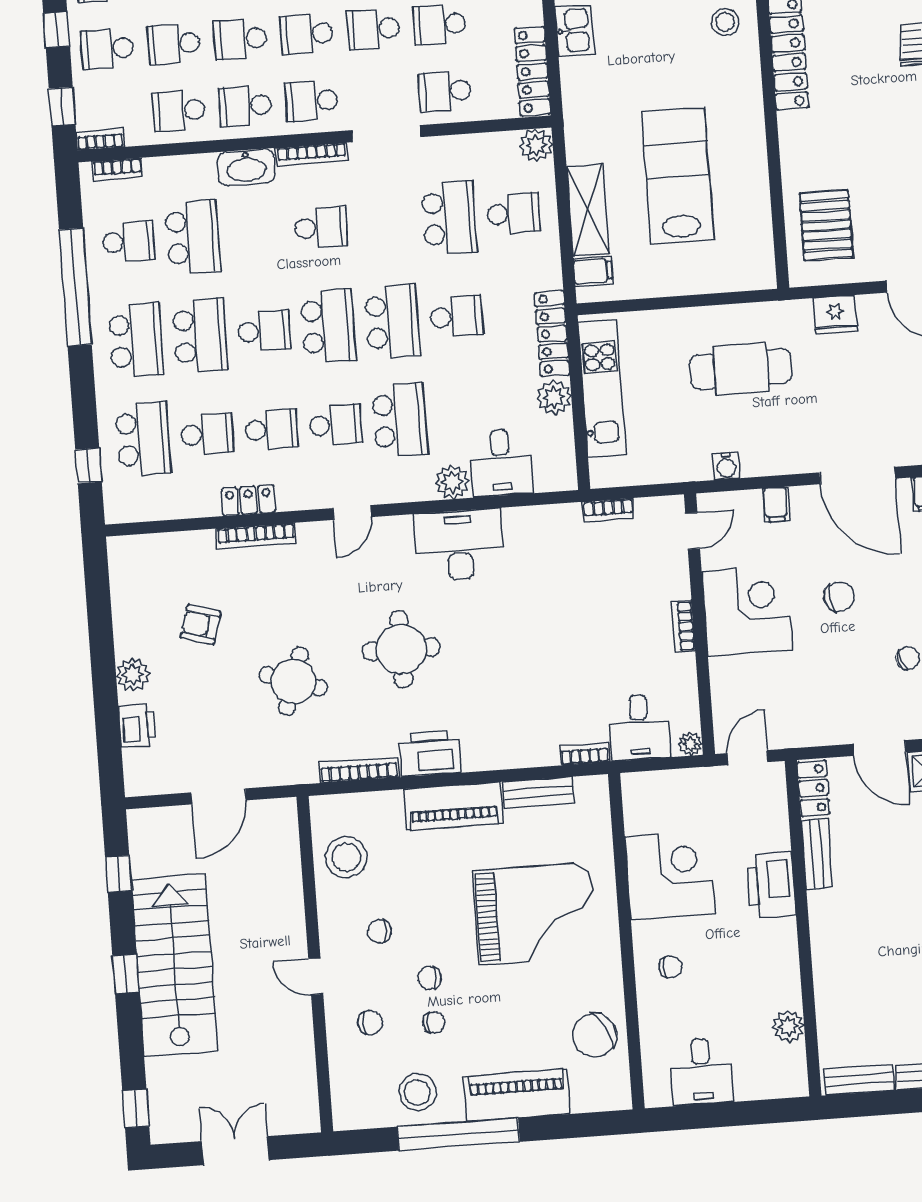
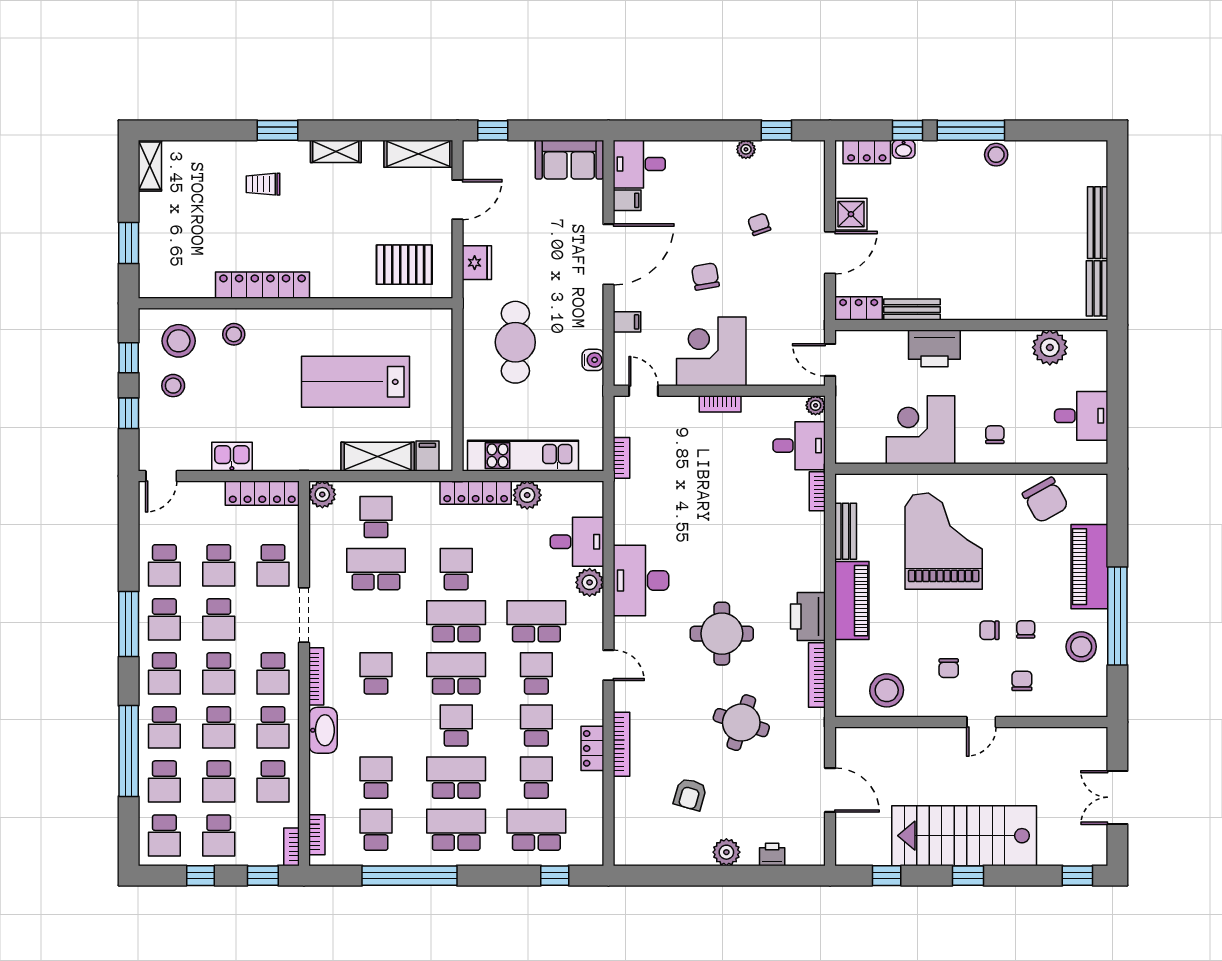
school desk: (193, 237) -> (376, 778), width x0.54
printer: (137, 725) -> (772, 854), width x0.73, depth x0.81
chair: (430, 978) -> (989, 630), turned 90
plant: (788, 1026) -> (1050, 347), width x1.36, depth x1.36

